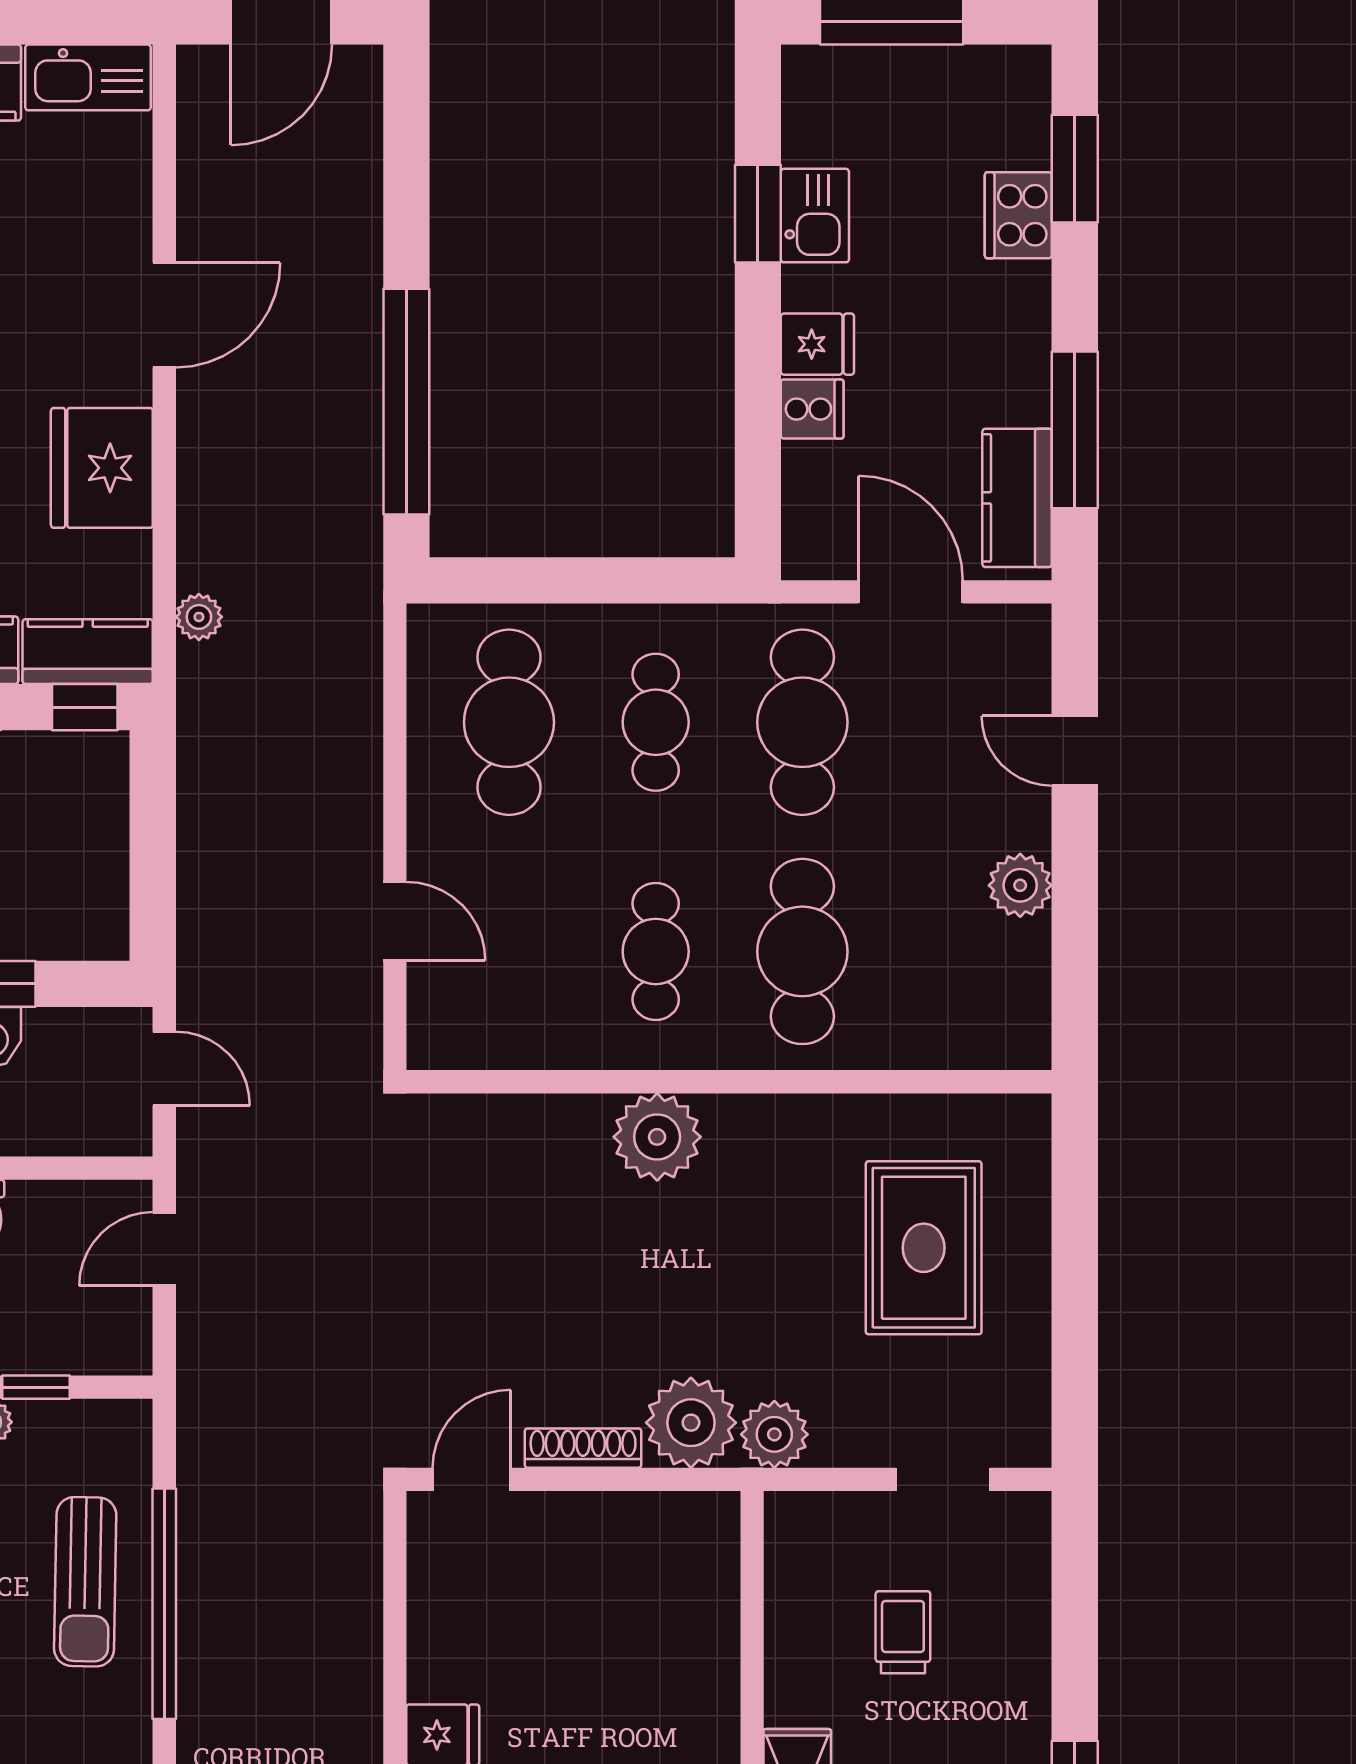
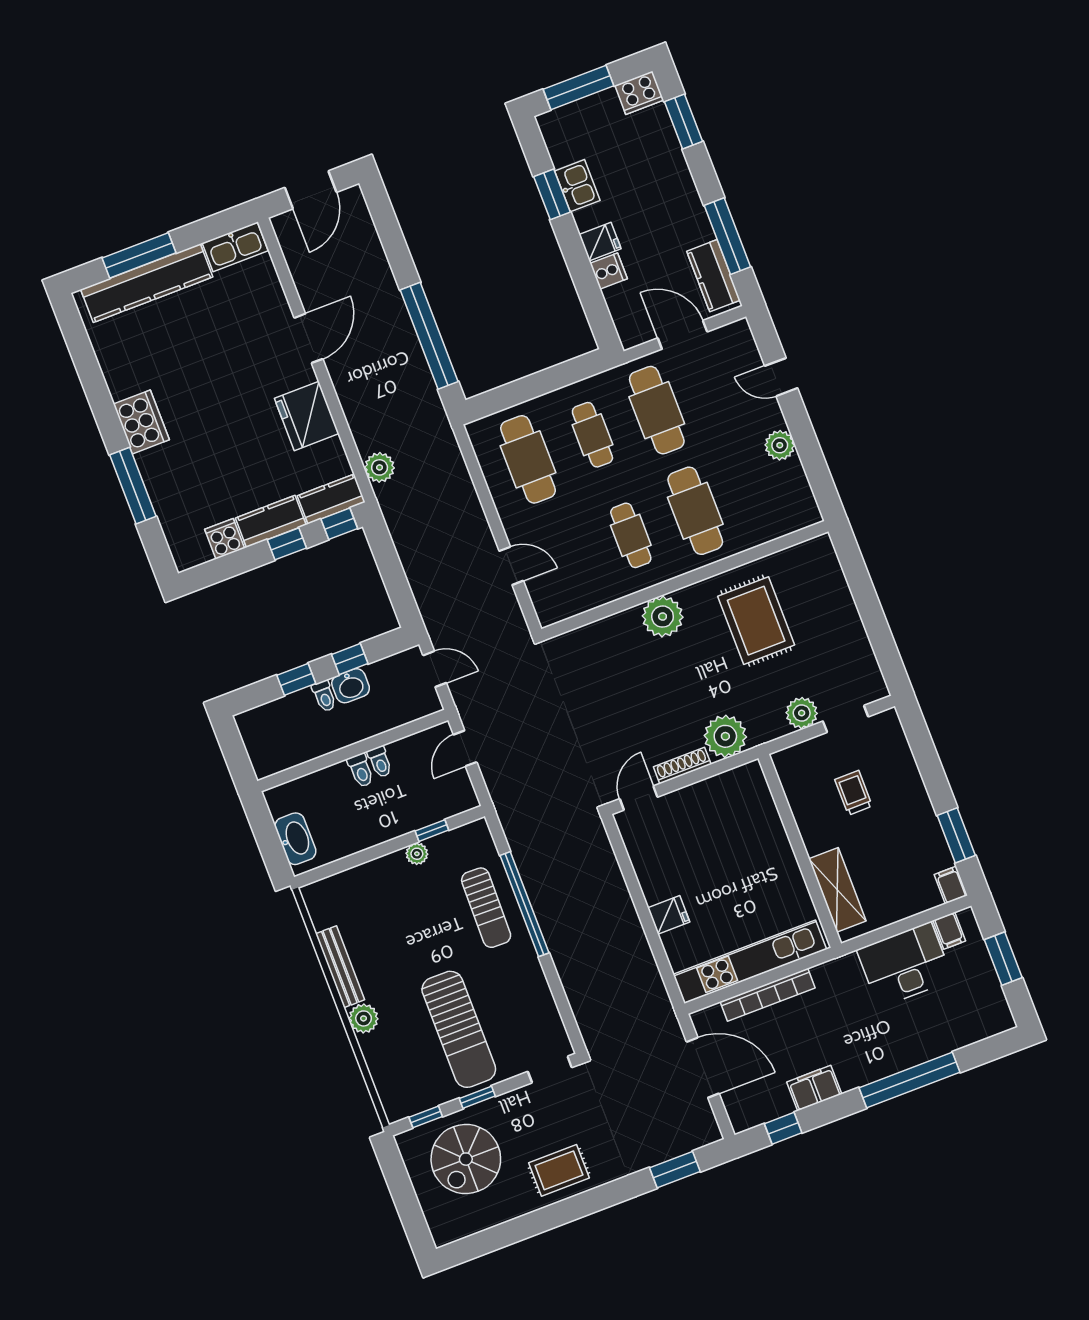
cooker: (1018, 215) -> (639, 93), moved, turned -90
plant: (199, 617) -> (380, 467), width x1.38, depth x1.38
rug: (924, 1248) -> (756, 621), moved
plant: (774, 1434) -> (802, 713), moved

